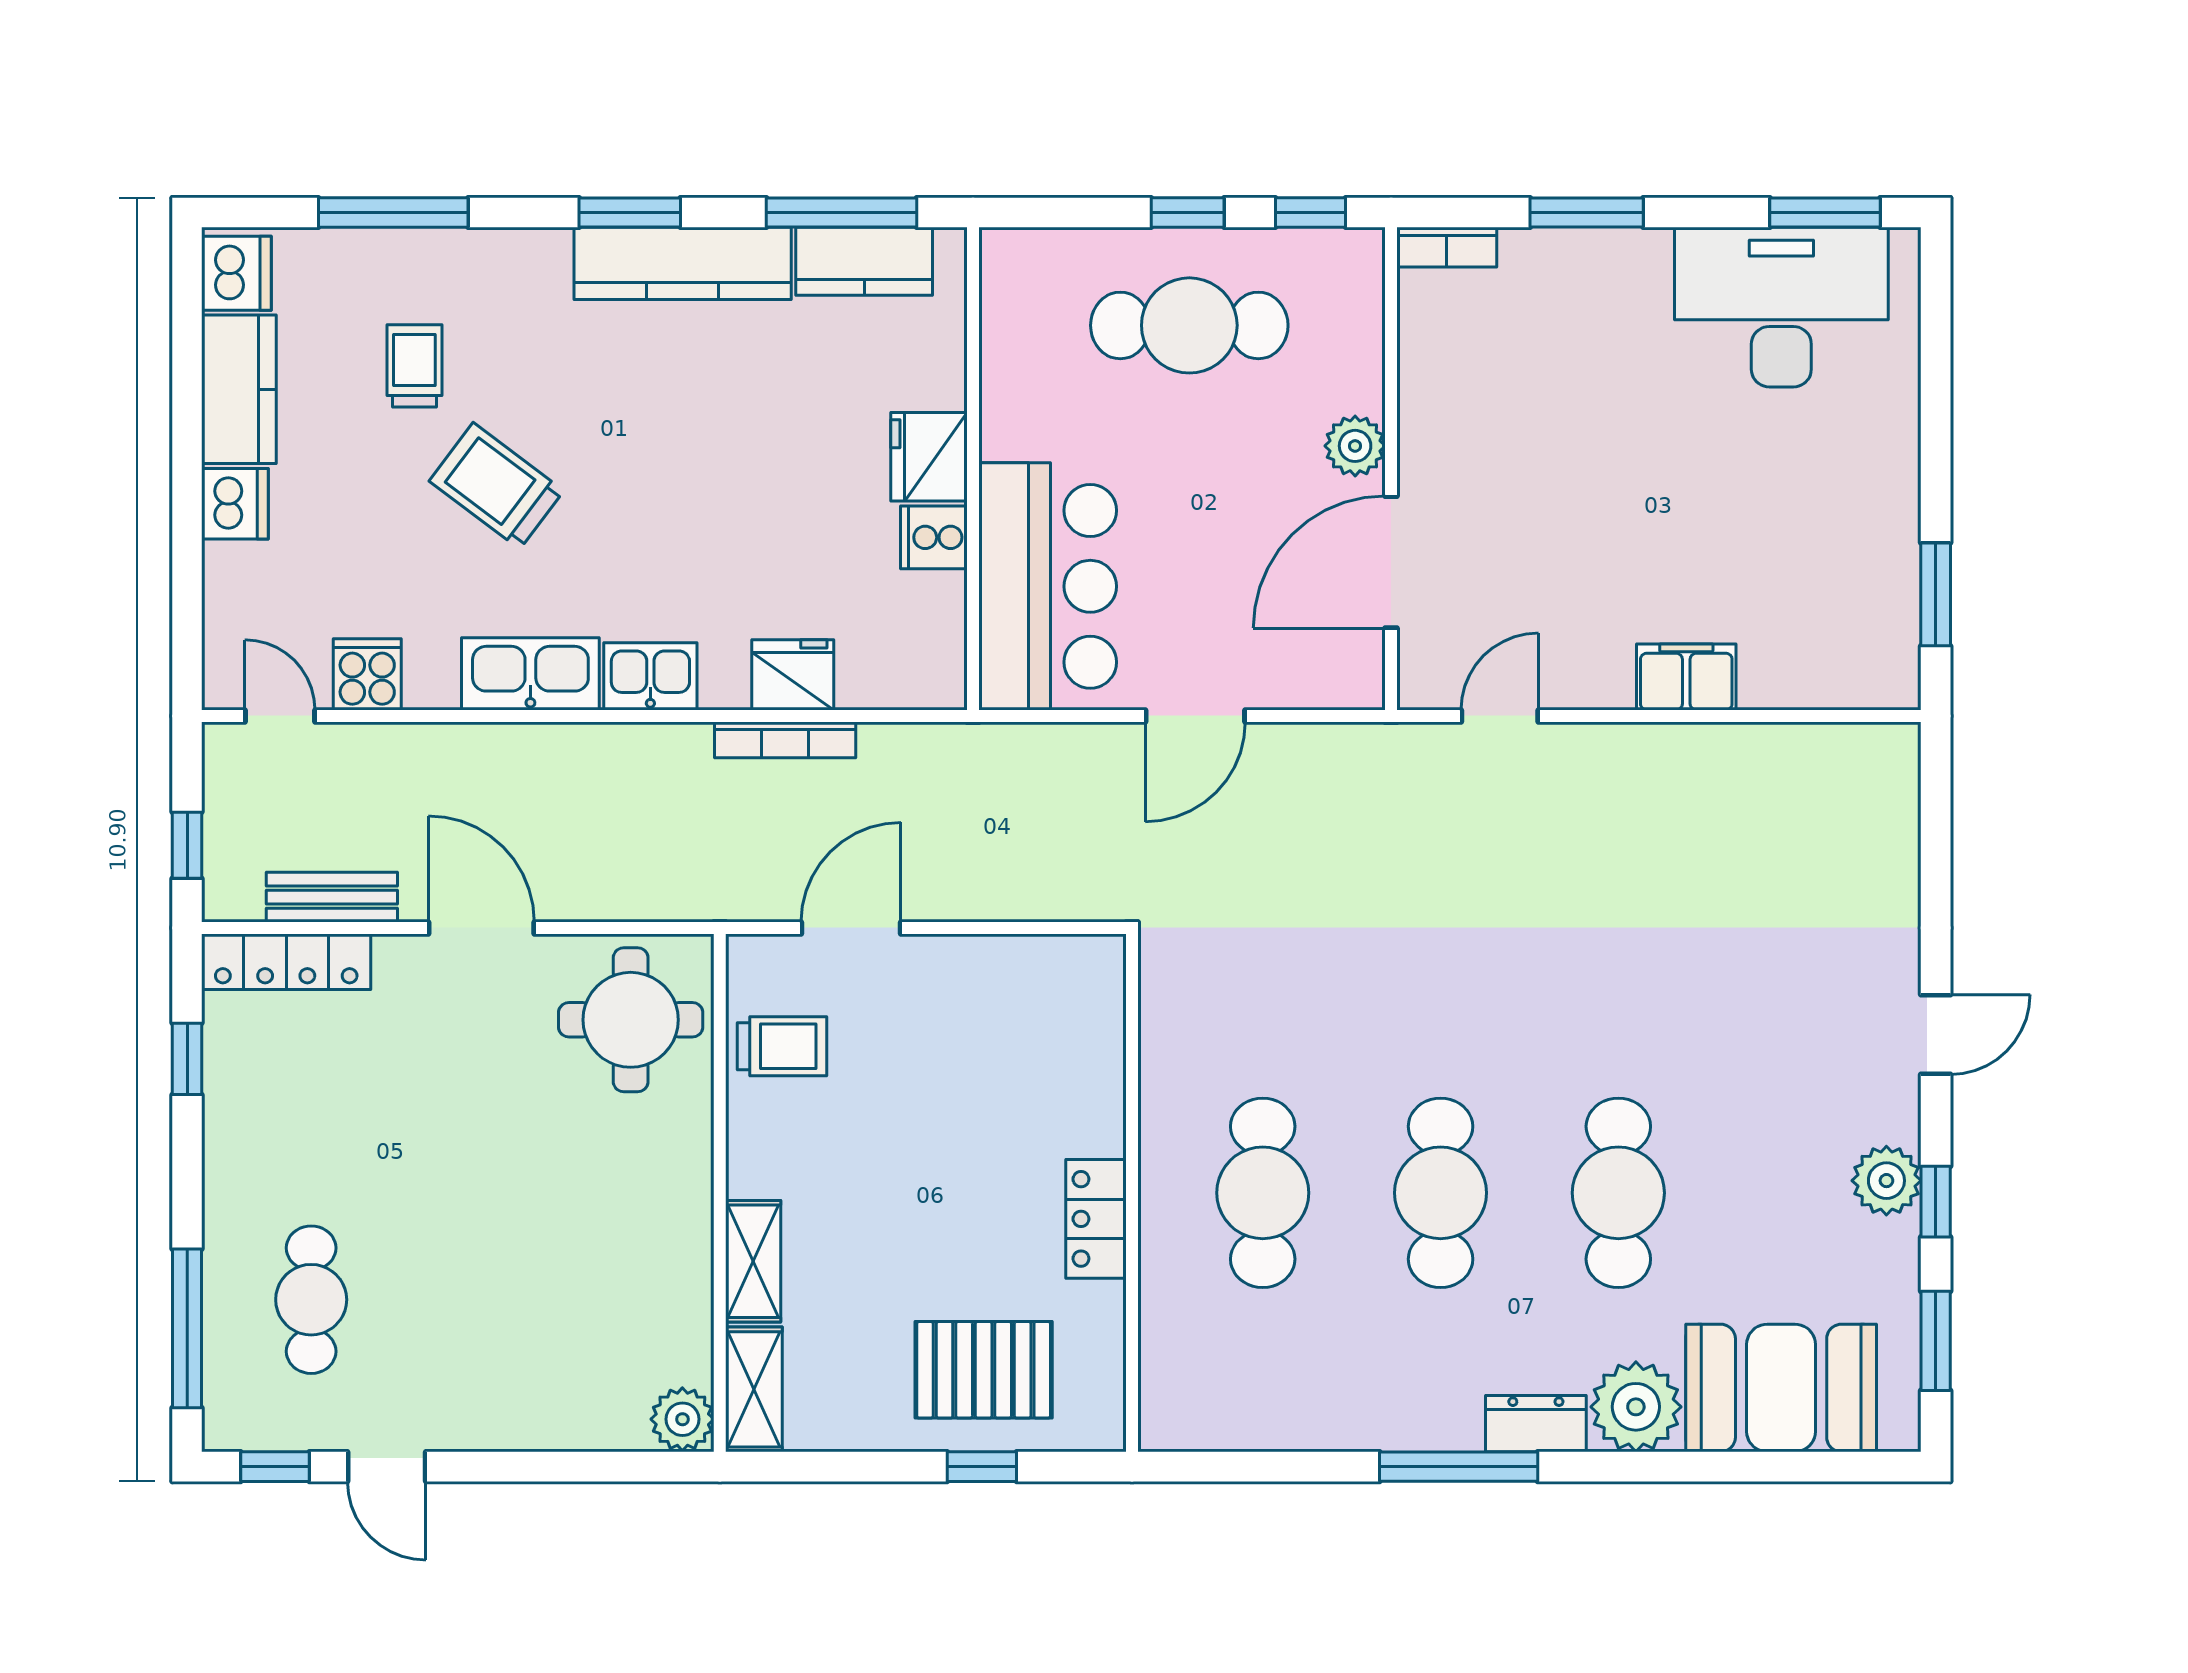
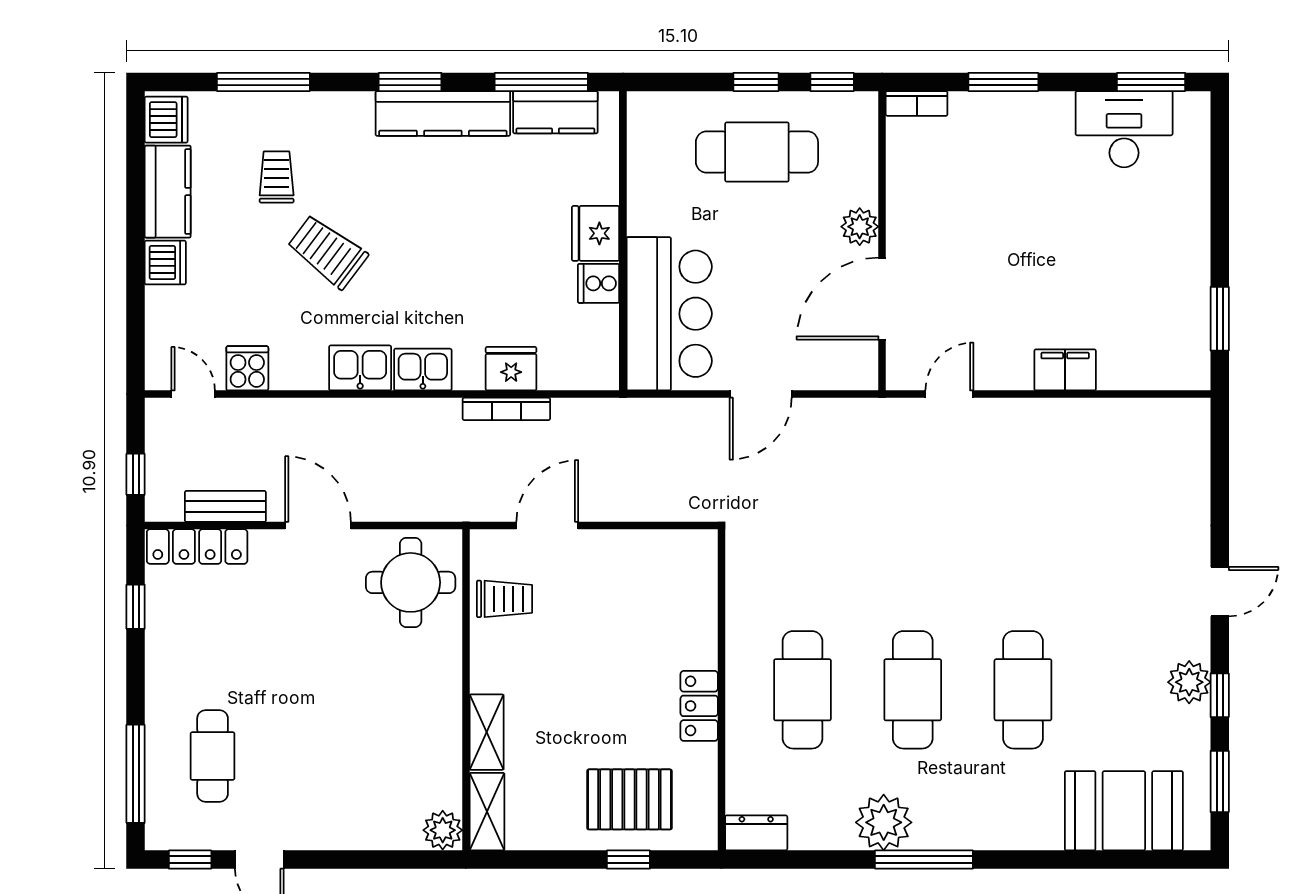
desk: (1781, 307) -> (1124, 129), width x0.73, depth x0.77
kitchen sink: (530, 674) -> (360, 368), width x0.73
plant: (1636, 1407) -> (884, 822), moved
dresser: (1536, 1424) -> (756, 833), moved

